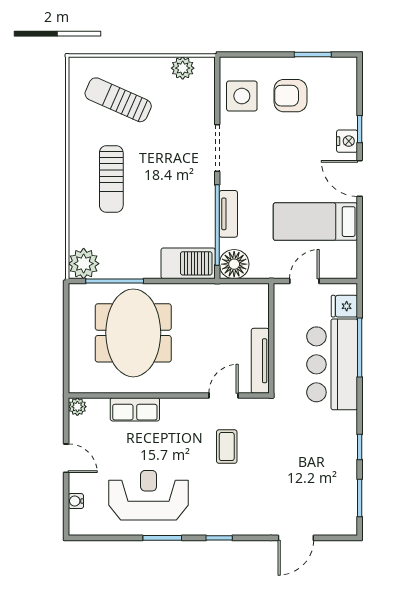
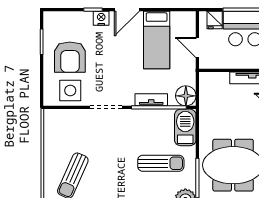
plant: (183, 68) -> (51, 131), removed
armchair: (290, 96) -> (70, 57), width x1.36, depth x1.36
sun lounger: (111, 179) -> (161, 163), moved

